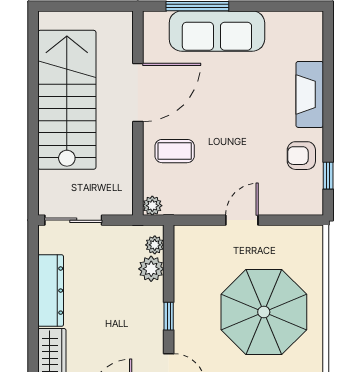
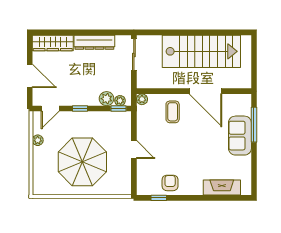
sofa: (217, 31) -> (240, 136), width x0.73
fireplace: (310, 94) -> (222, 188), moved
window: (169, 247) -> (119, 108), added

